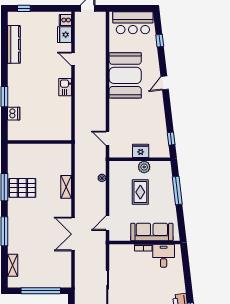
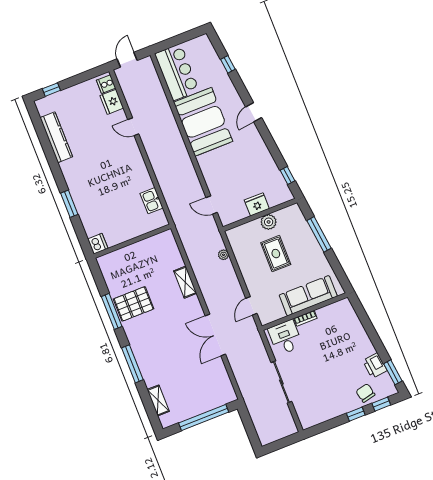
bar counter: (133, 23) -> (177, 72), moved, turned -90
kitchen sink: (65, 87) -> (152, 201), moved
dishwasher: (14, 114) -> (98, 244), moved
desk: (164, 256) -> (285, 337), moved

